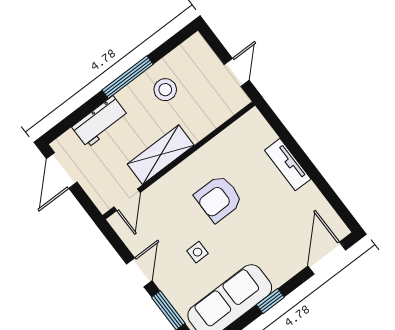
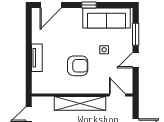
shelving: (161, 155) -> (80, 103), width x1.47
door: (127, 200) -> (117, 95), hinge flipped

